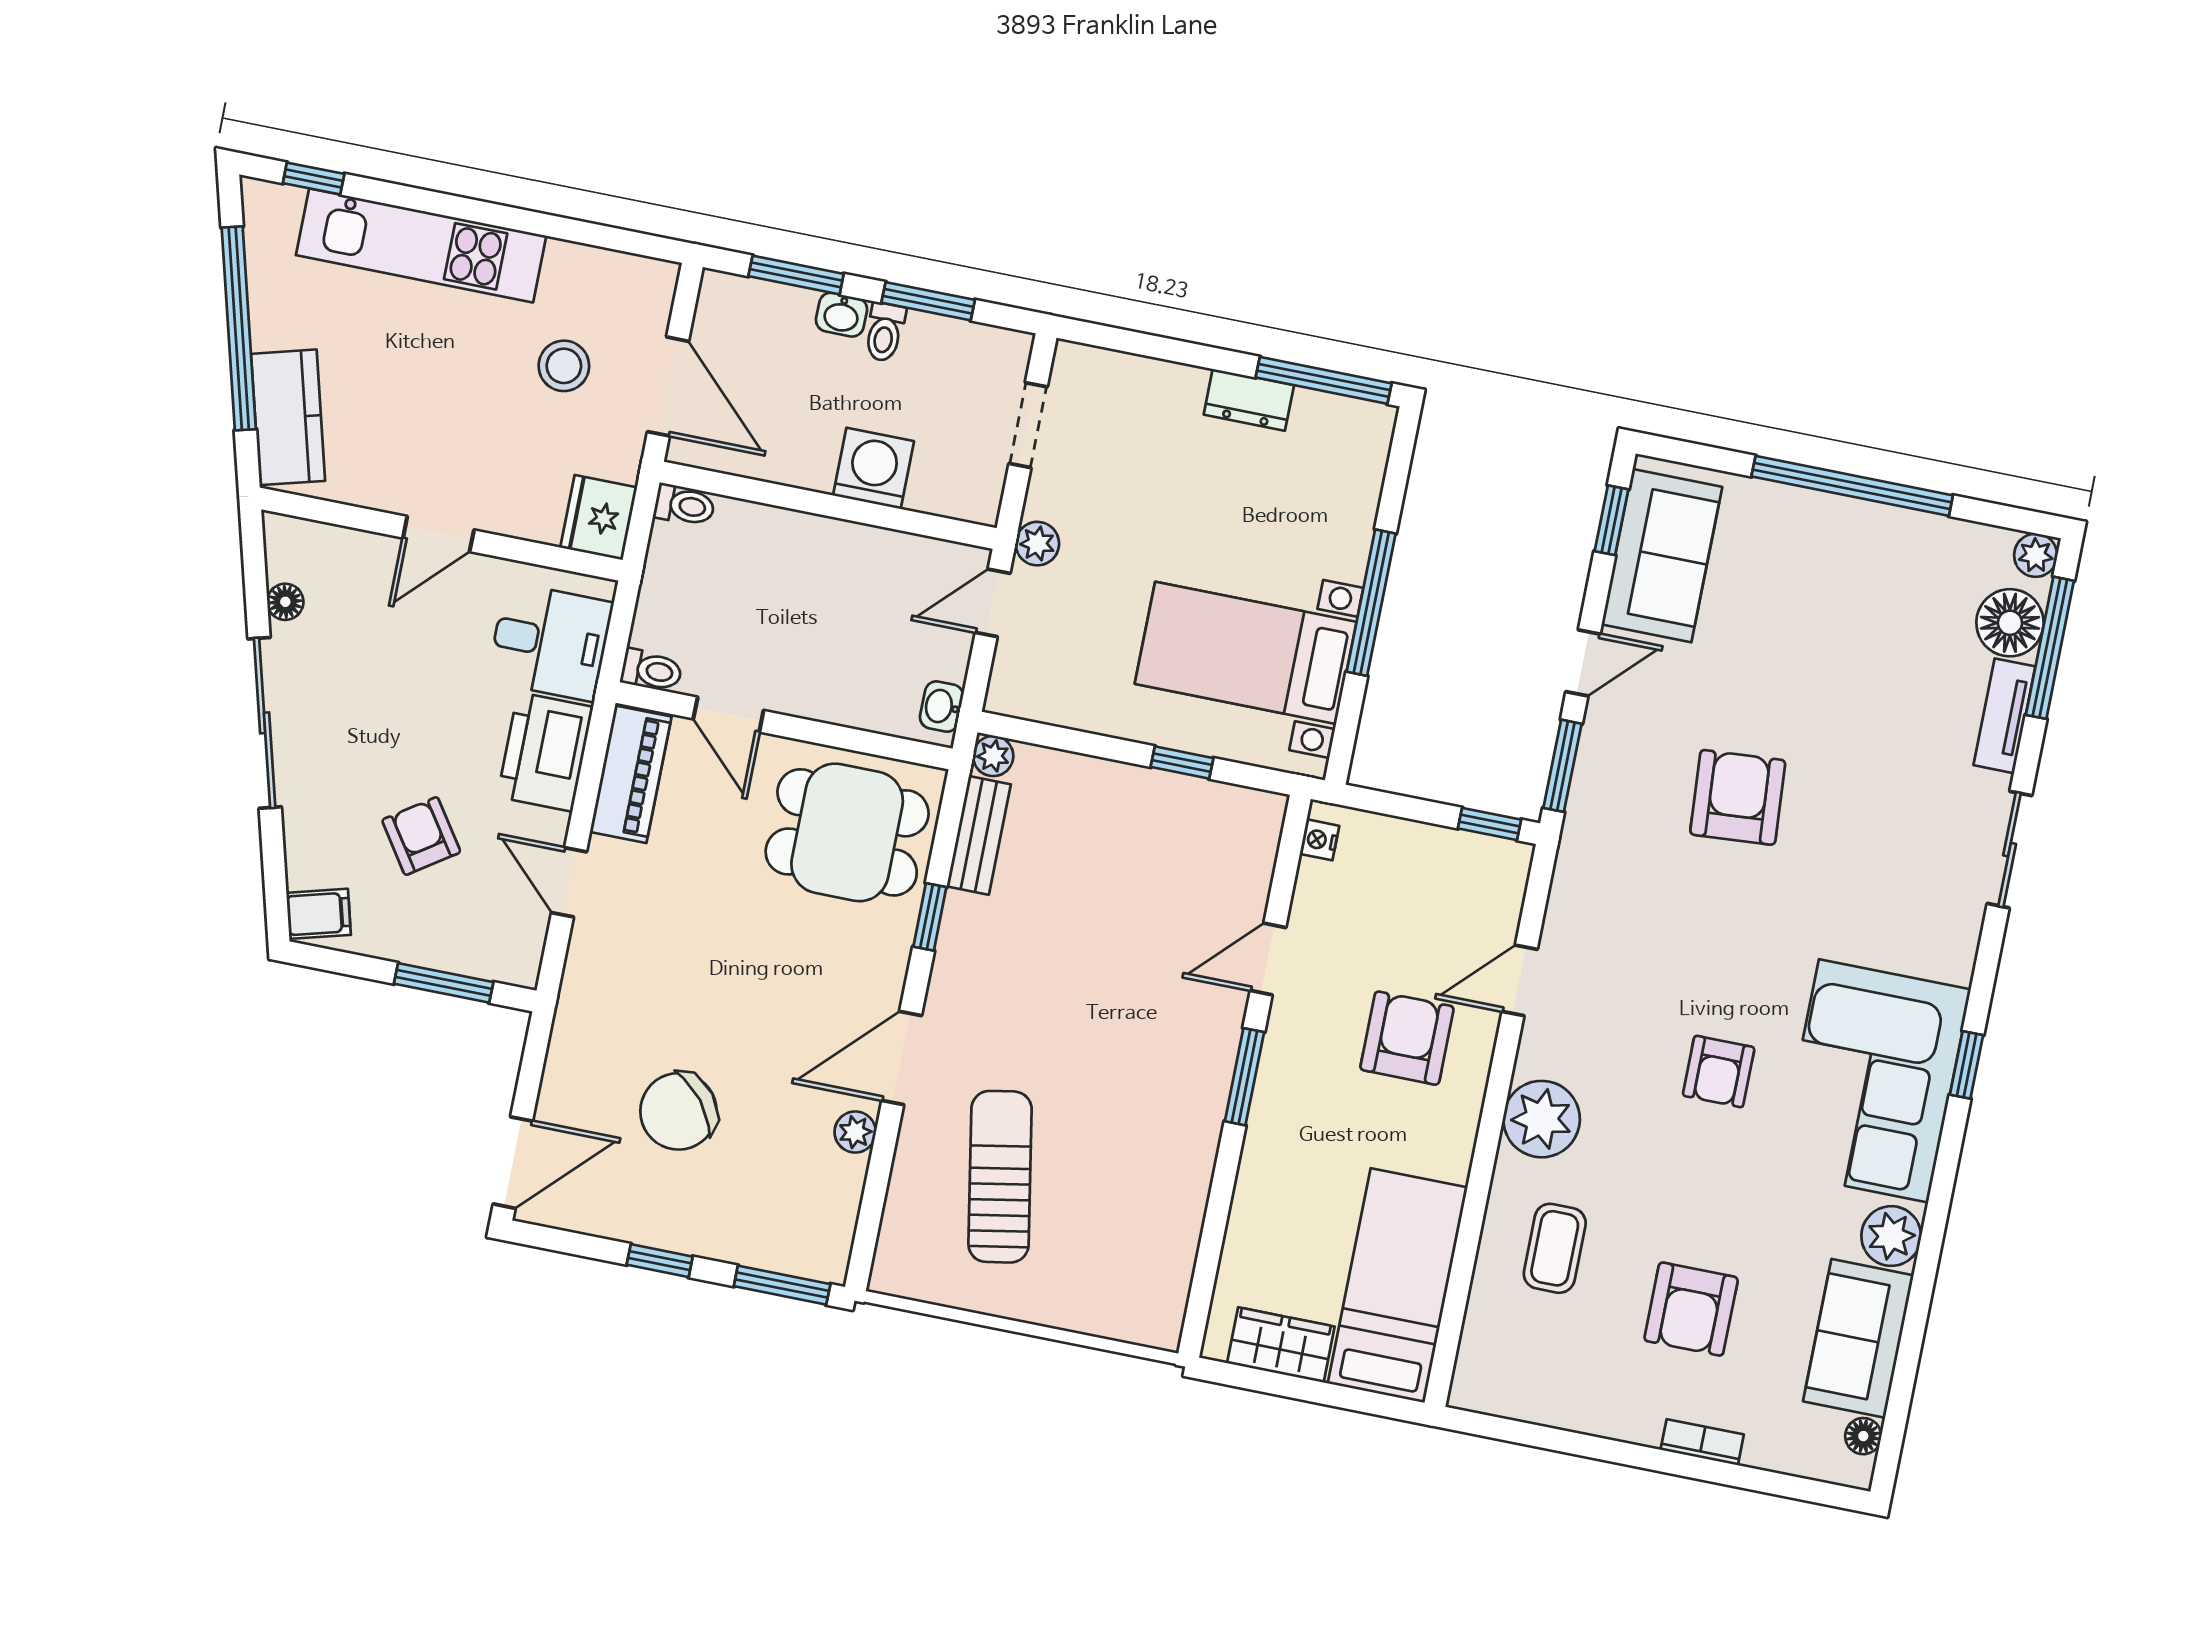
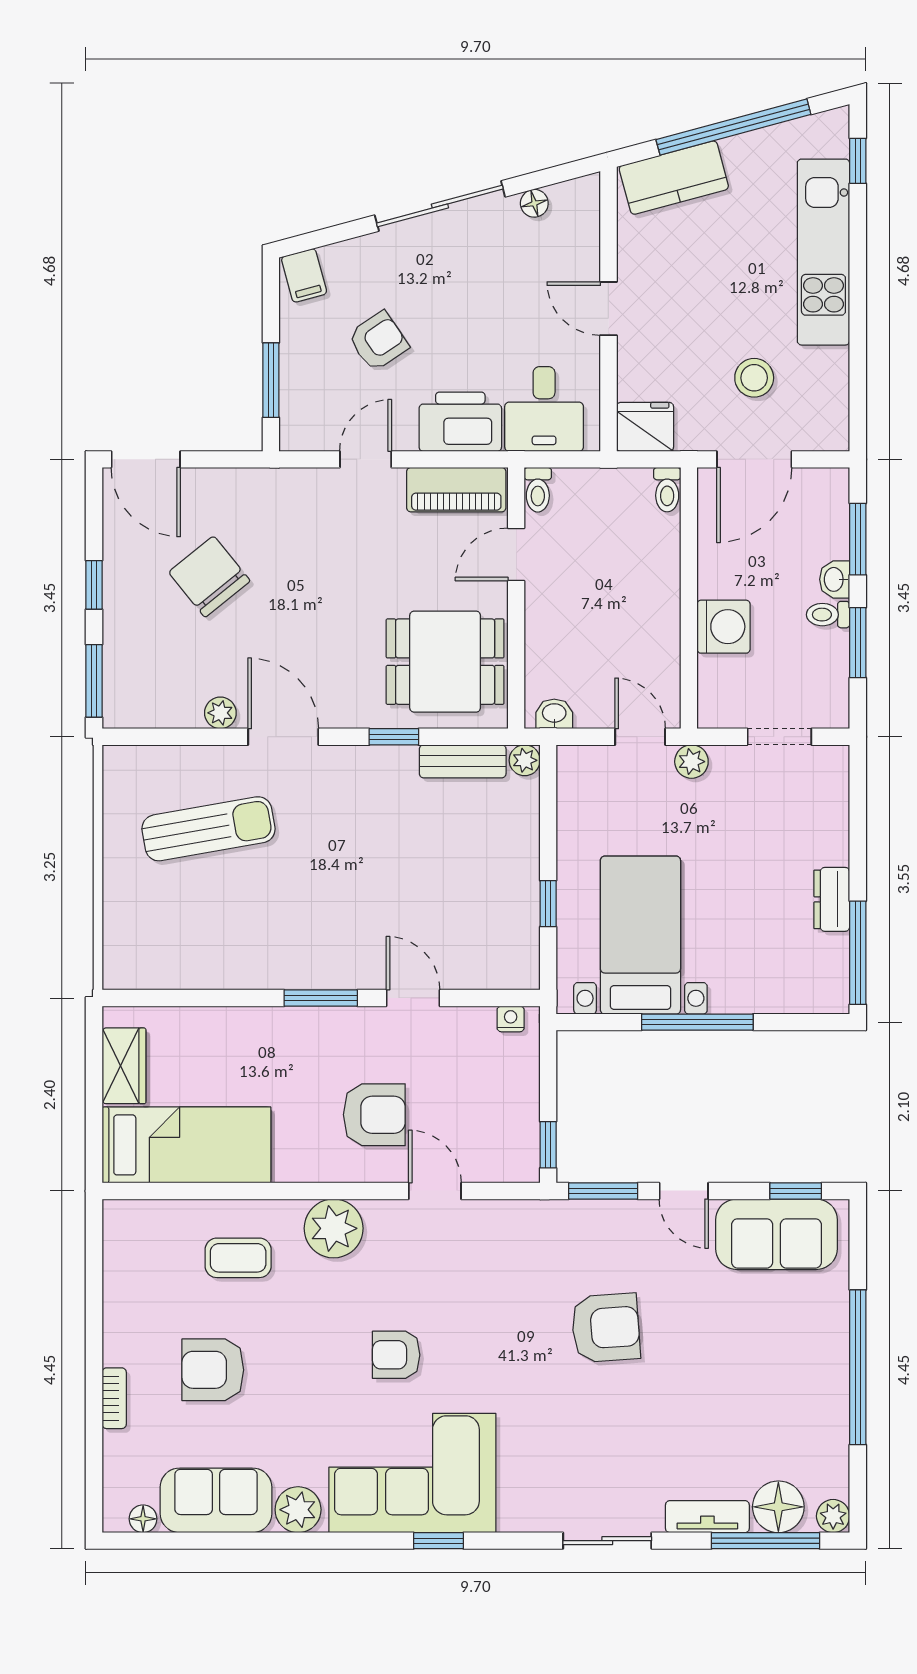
dining table: (847, 832) -> (445, 662), turned 90

